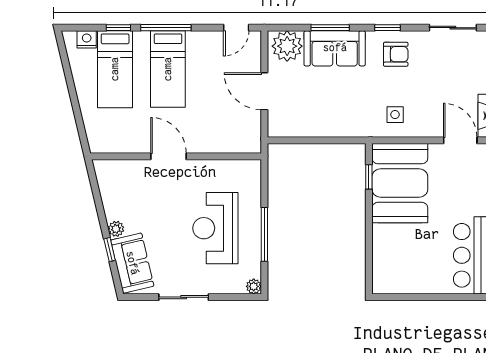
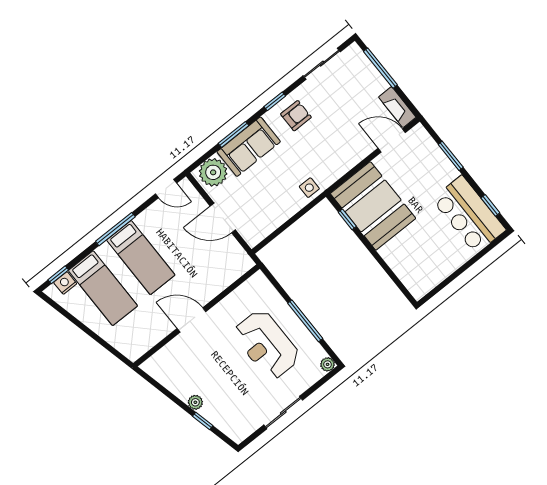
window: (118, 28) -> (58, 275), moved
door: (236, 28) -> (166, 189), hinge flipped
side table: (395, 115) -> (309, 188), moved
sofa: (132, 263) -> (227, 418), removed

